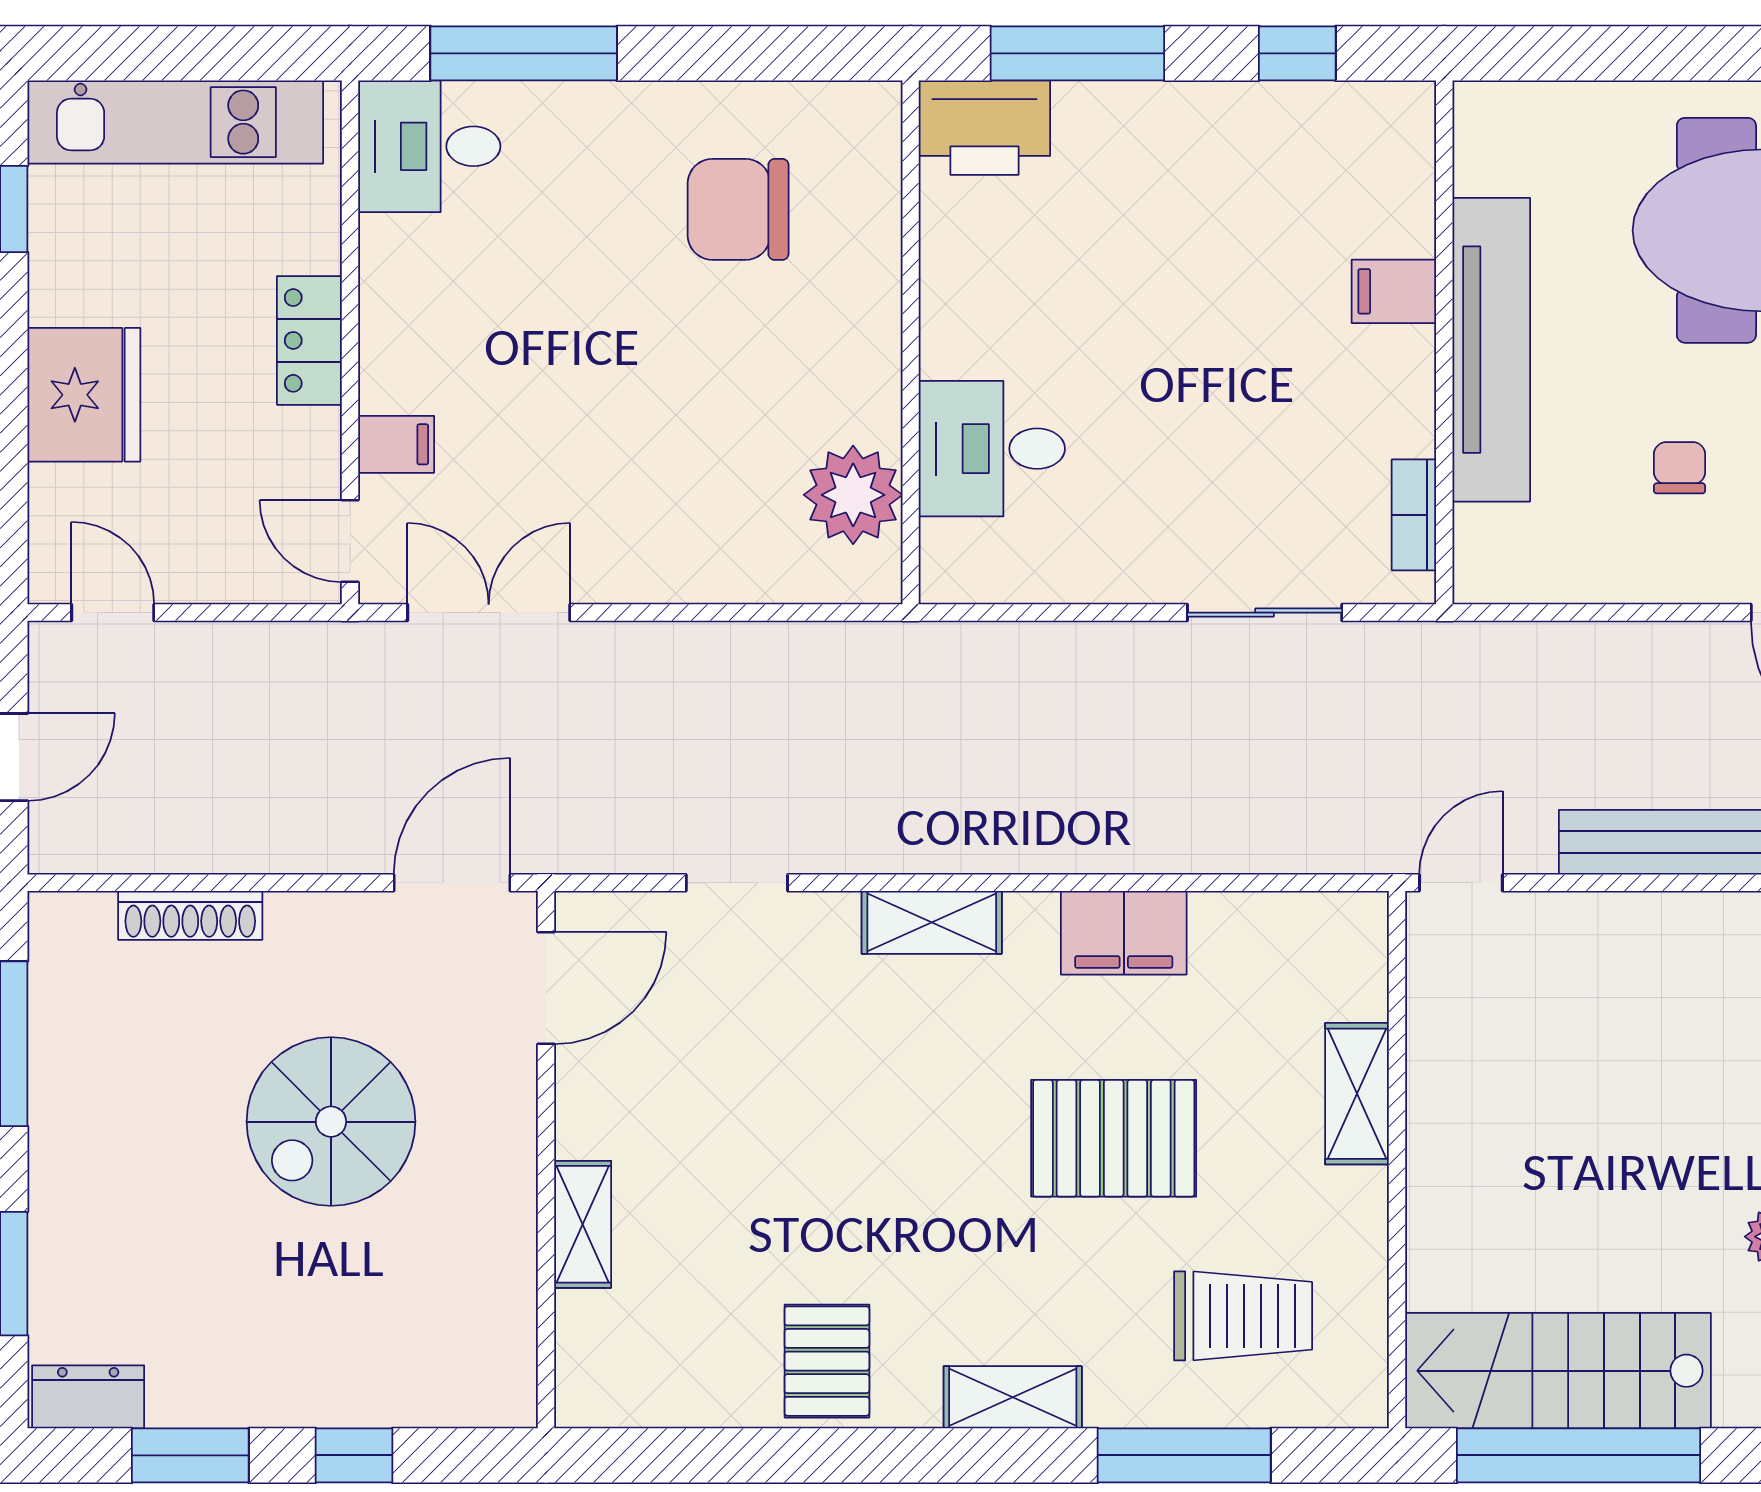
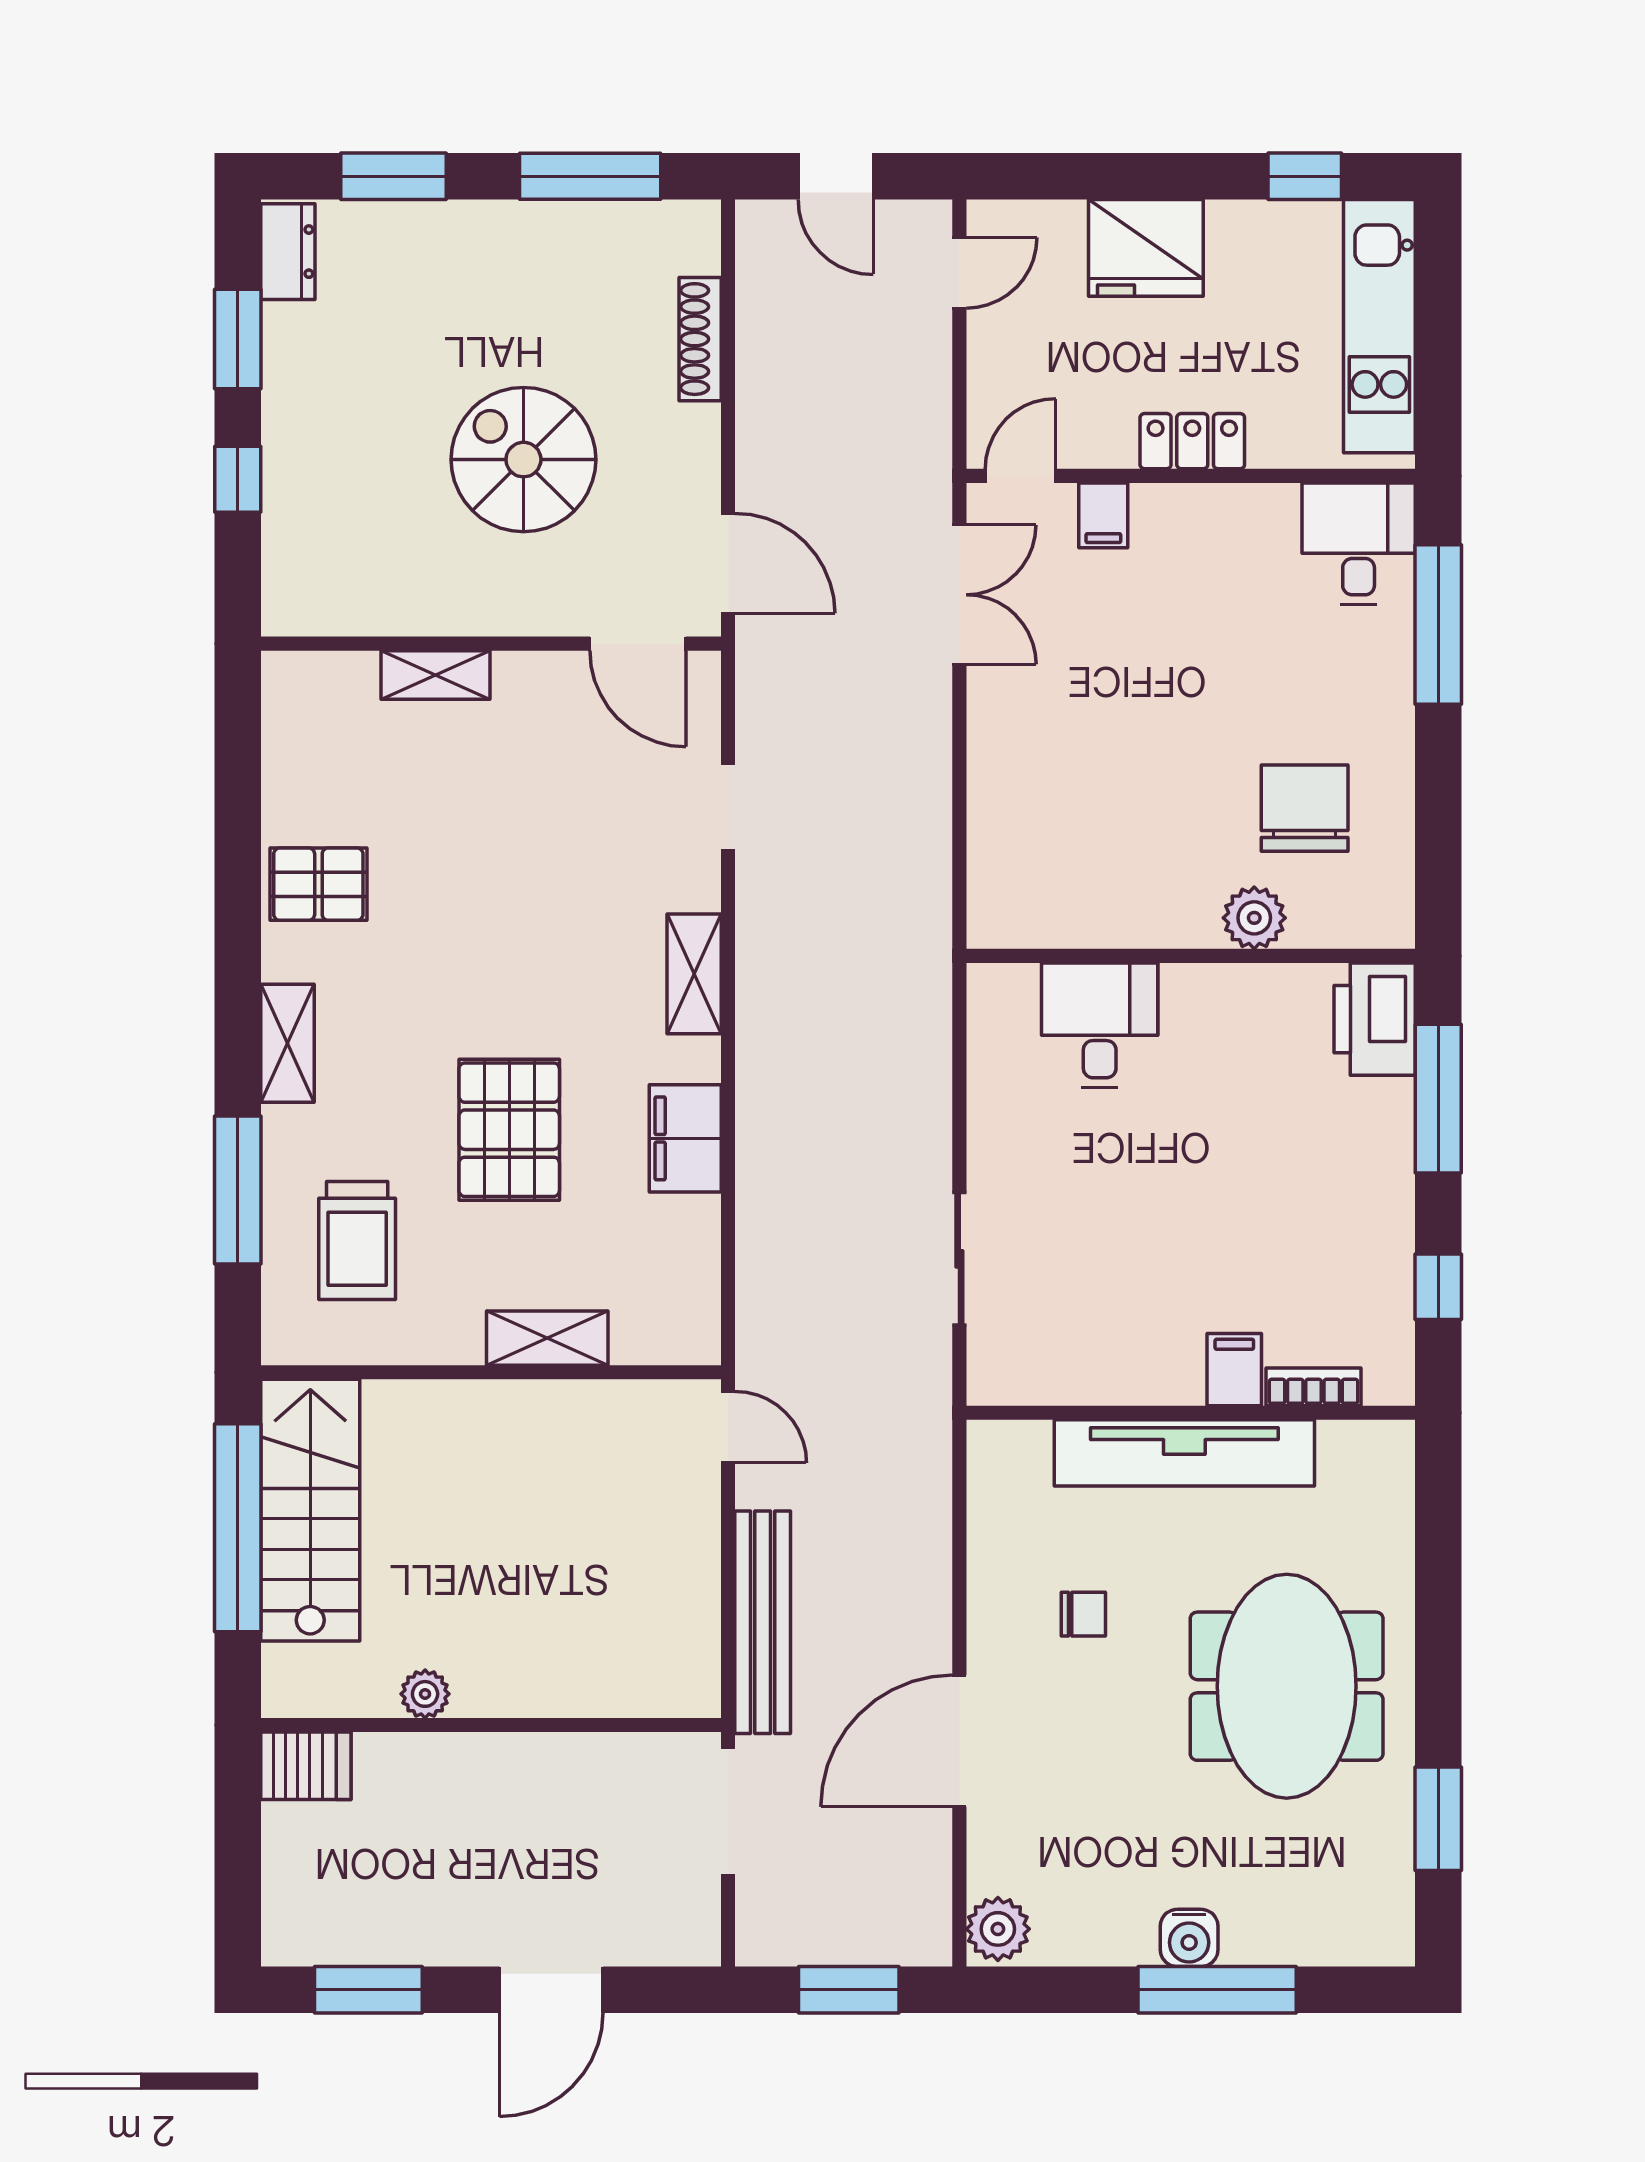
plant: (853, 495) -> (1254, 918), moved, width x0.73, depth x0.73
bookcase: (1414, 515) -> (1314, 1387), moved

